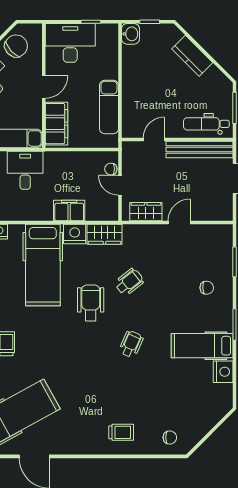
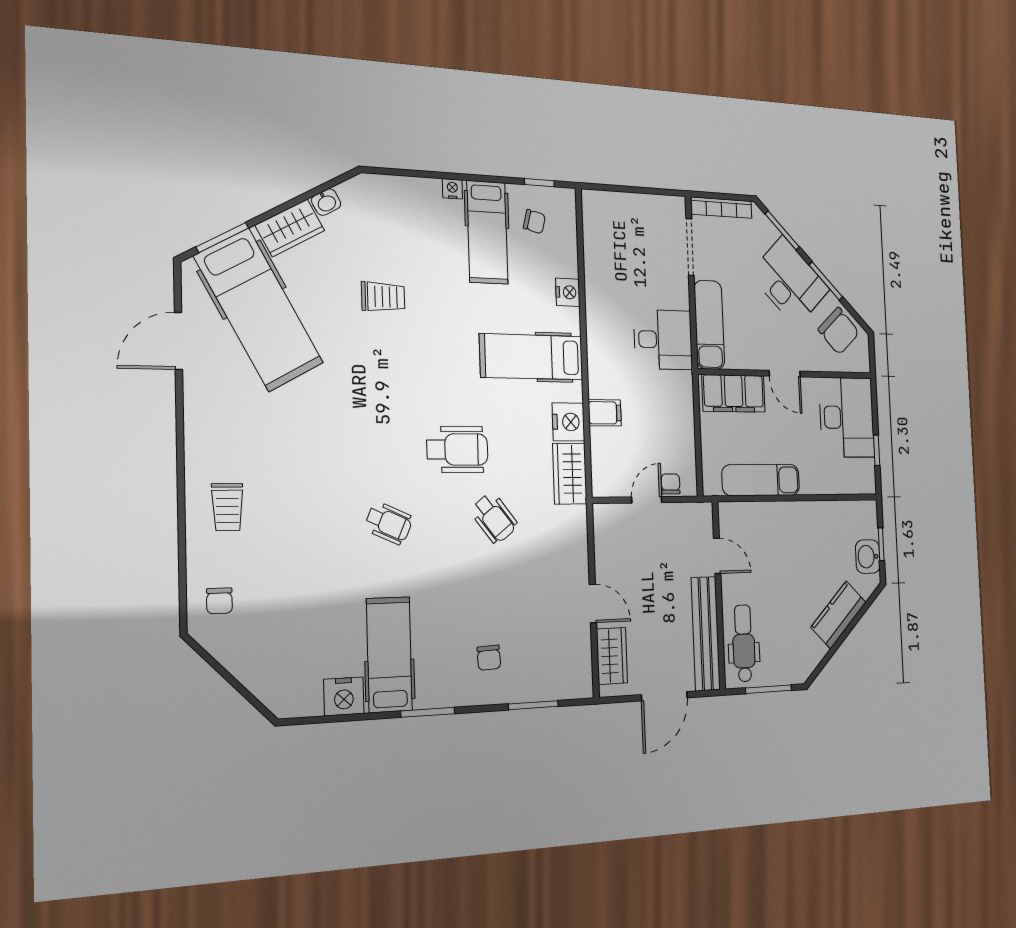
washbasin: (131, 34) -> (868, 557), moved, turned 90
filing cabinet: (69, 211) -> (605, 413), width x0.50
wardrobe: (146, 212) -> (612, 656), moved
hospital bed: (43, 265) -> (531, 357), width x0.73, depth x0.78

